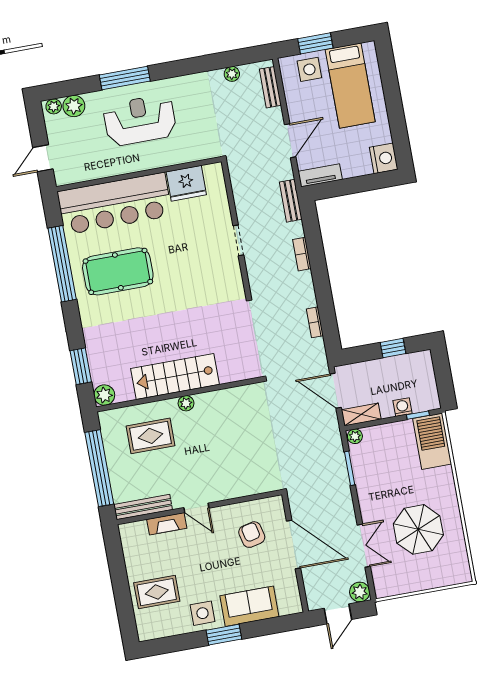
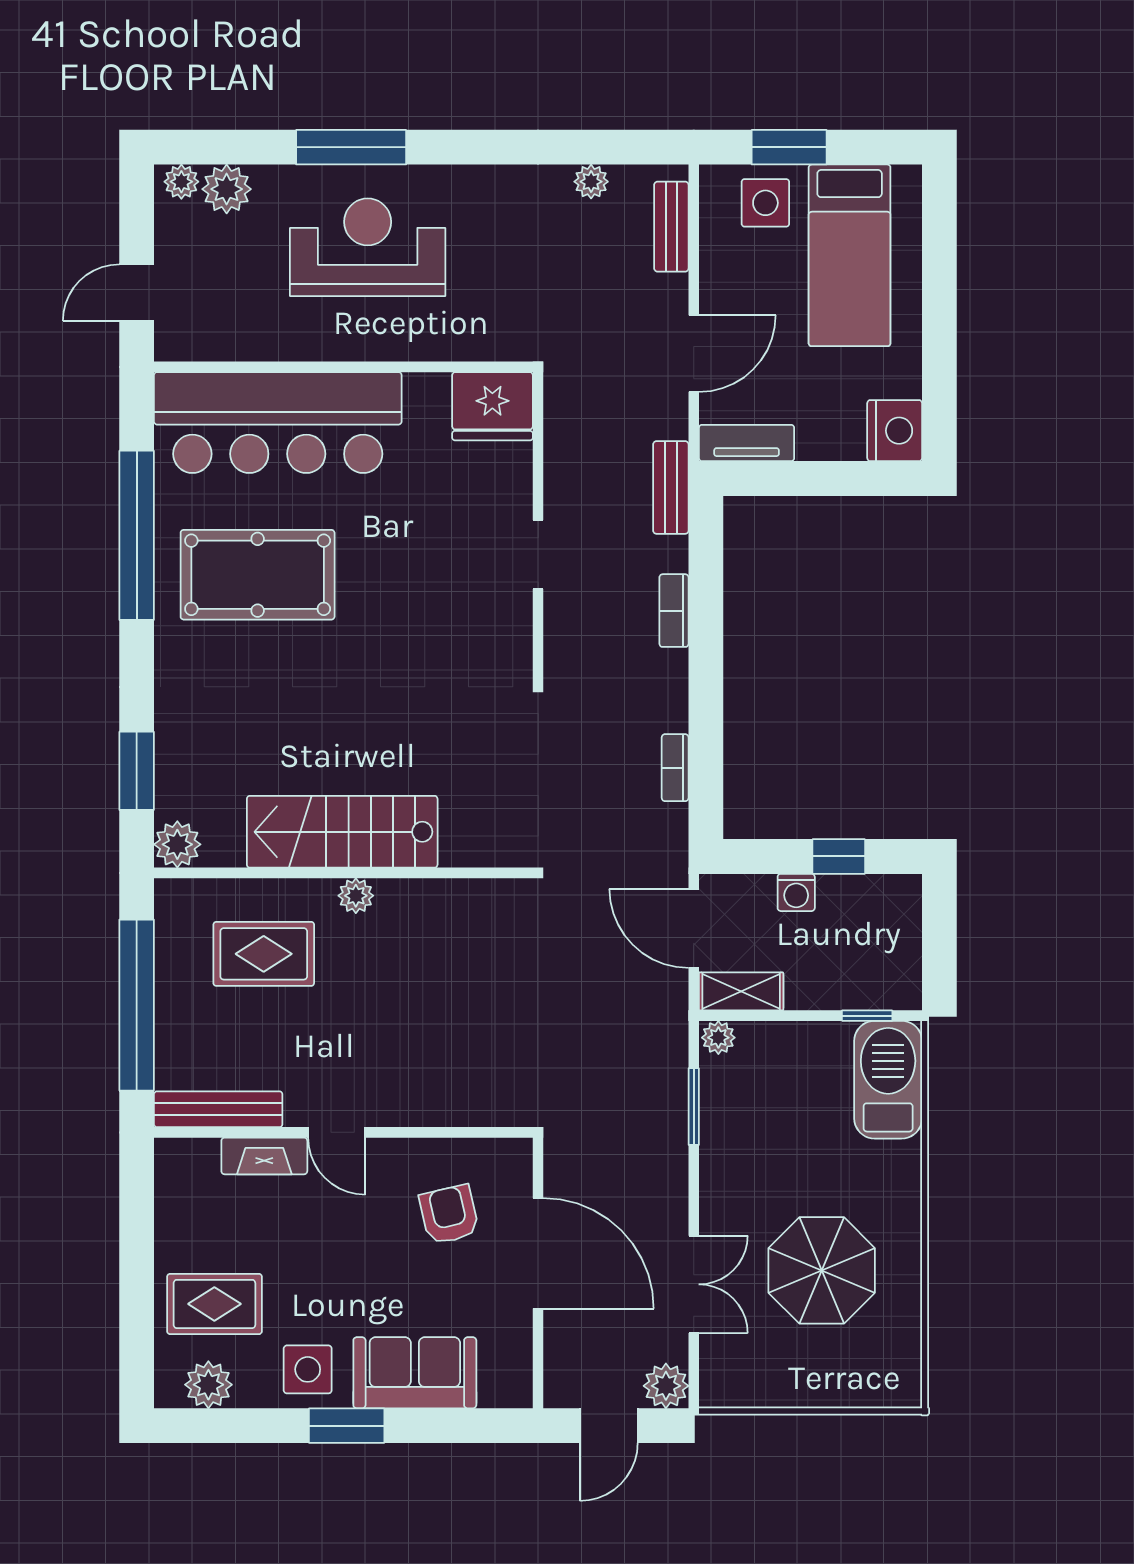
fridge: (186, 183) -> (492, 406), moved
washing machine: (402, 407) -> (796, 892), moved, turned 180
plant: (161, 628) -> (208, 1385), added

